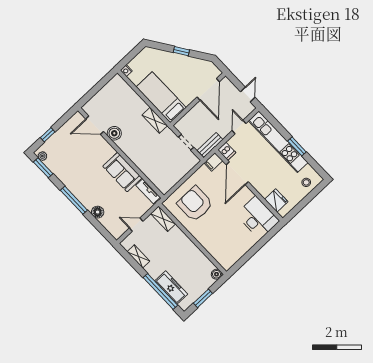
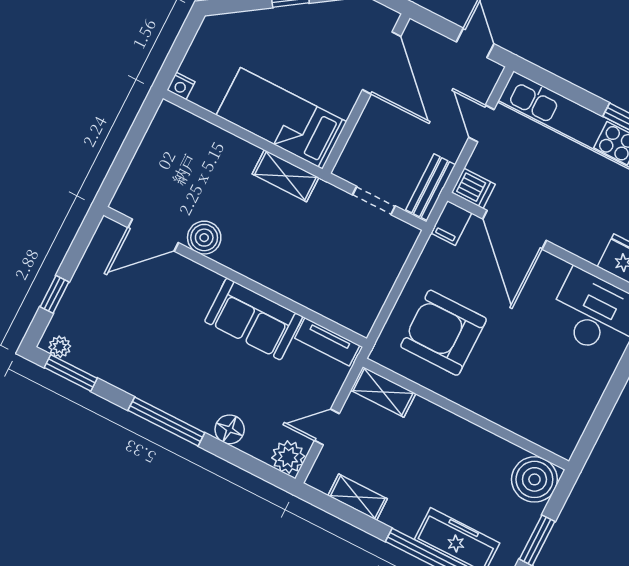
plant: (117, 231) -> (288, 457), added
boiler: (217, 274) -> (534, 479), width x1.86, depth x1.86

